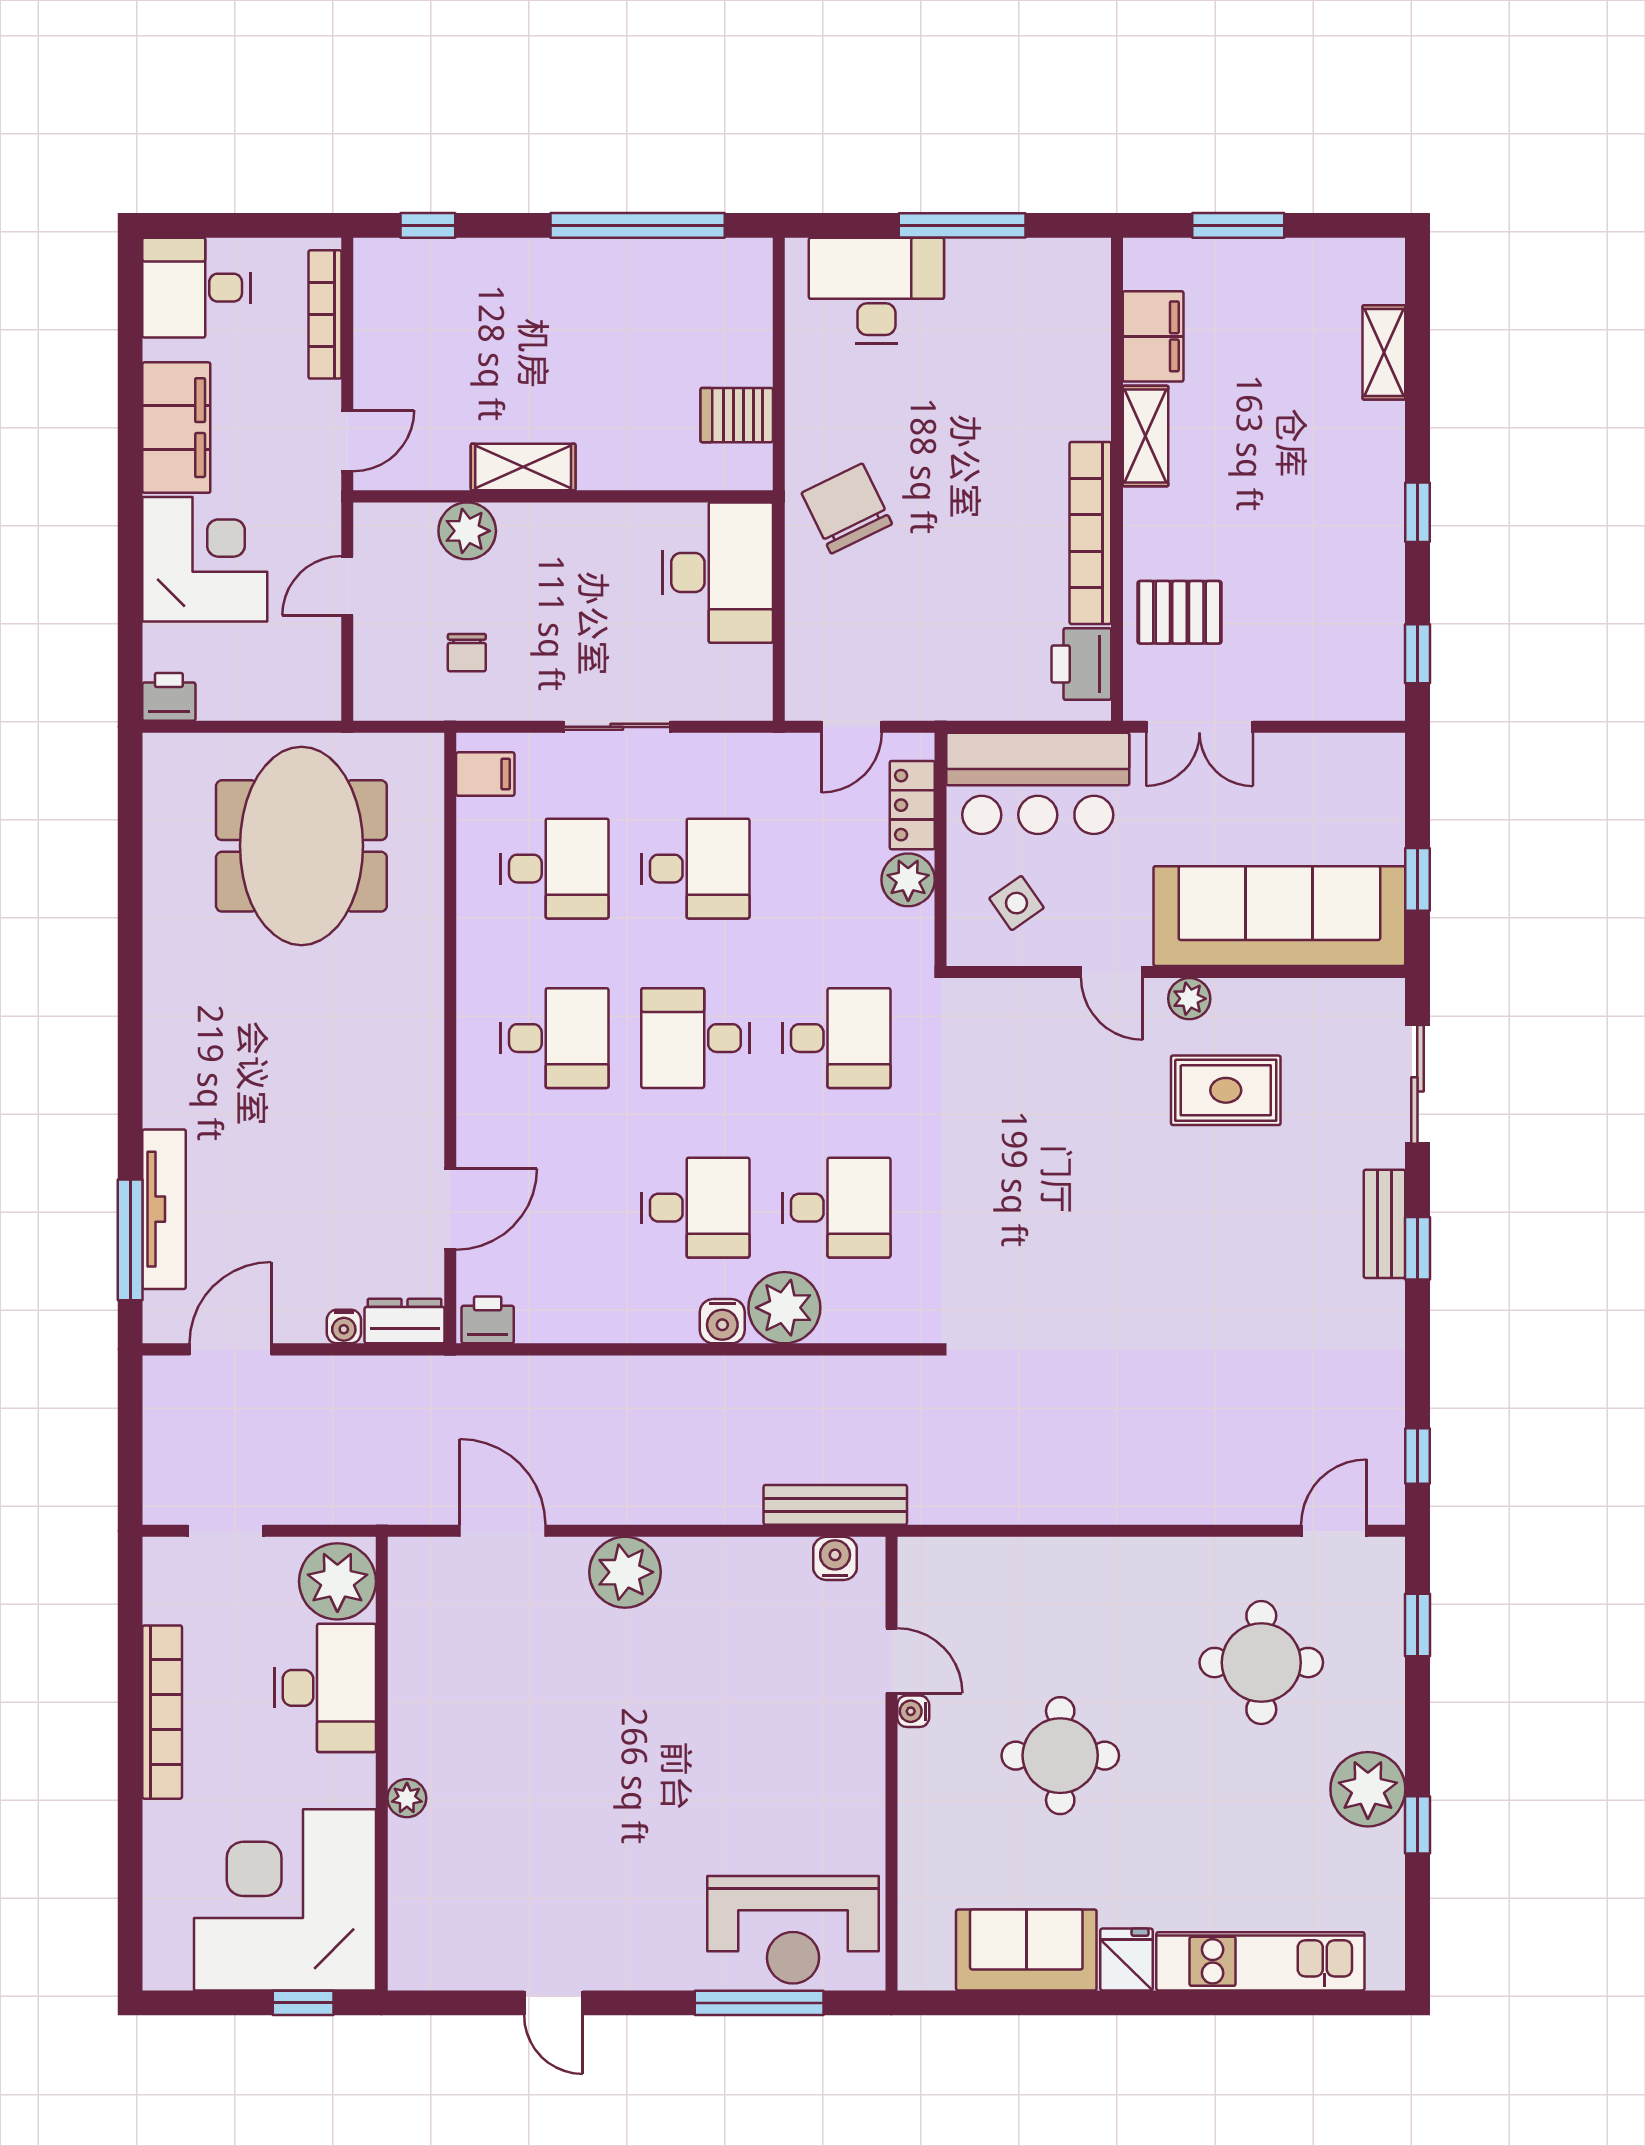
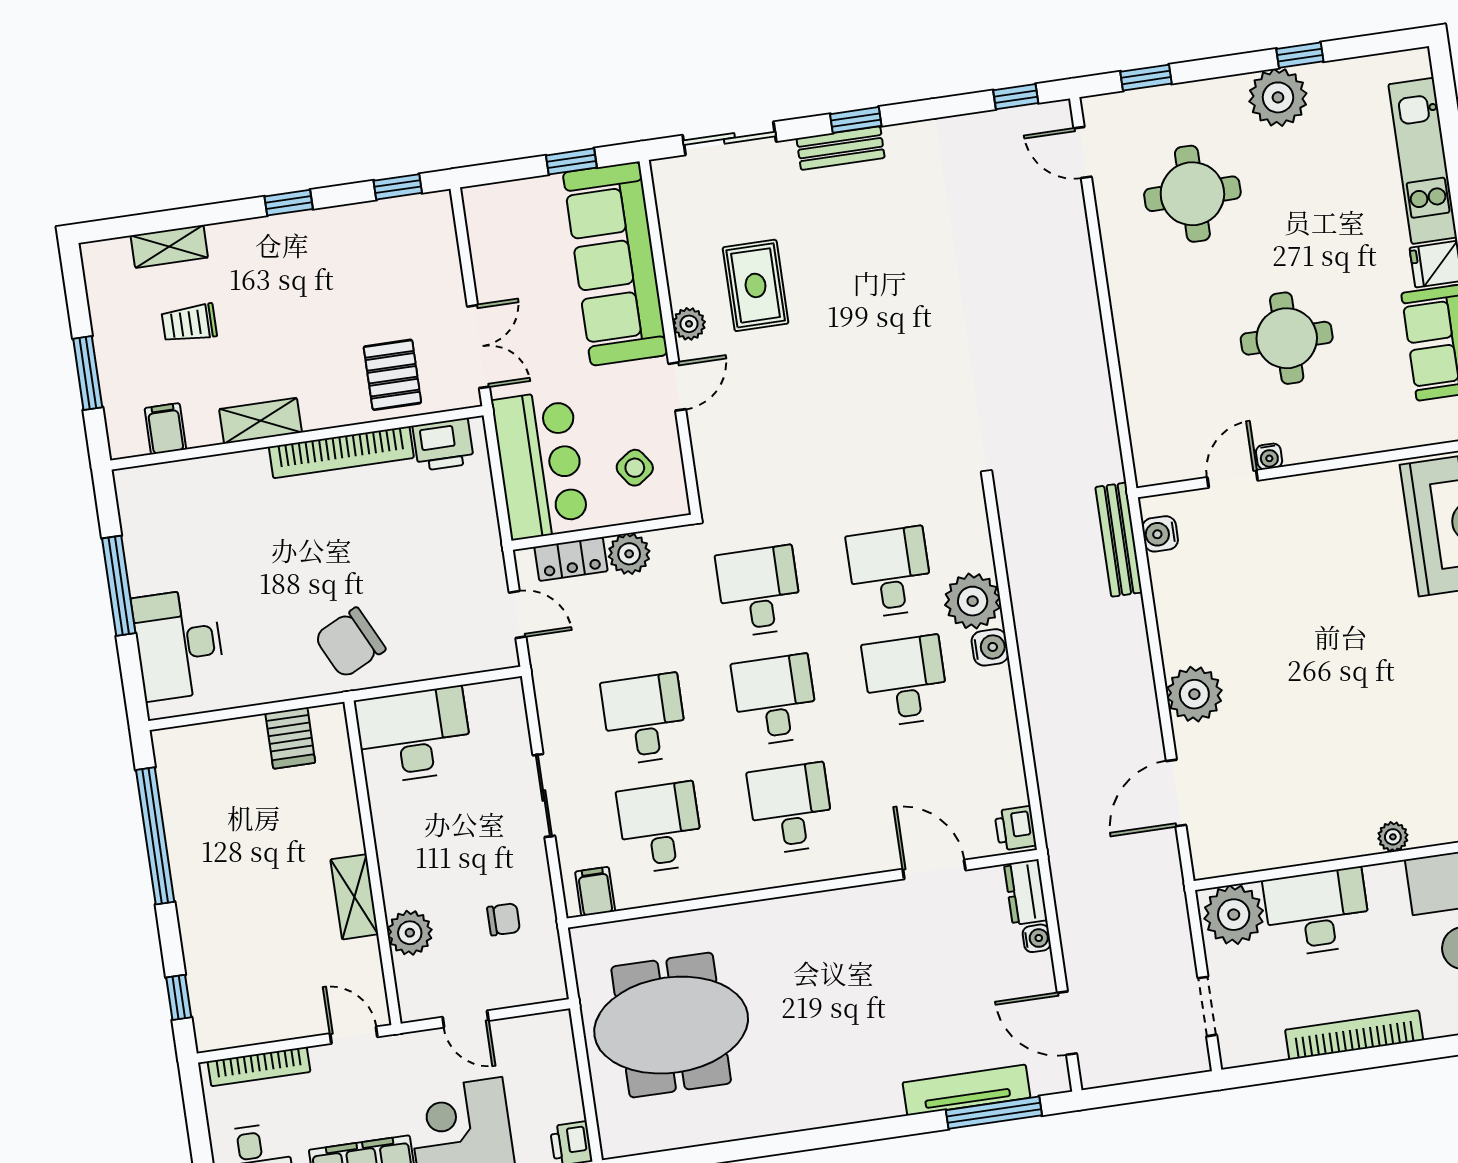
filing cabinet: (1153, 336) -> (165, 429), width x0.50
trolley: (1283, 364) -> (189, 323), added
desk: (695, 1038) -> (775, 700), turned 180

